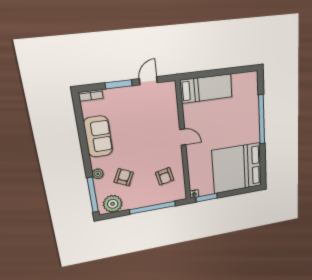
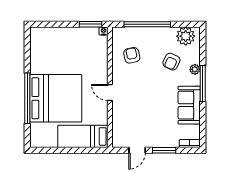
bed: (237, 168) -> (56, 98), moved
window: (93, 195) -> (203, 83), moved

